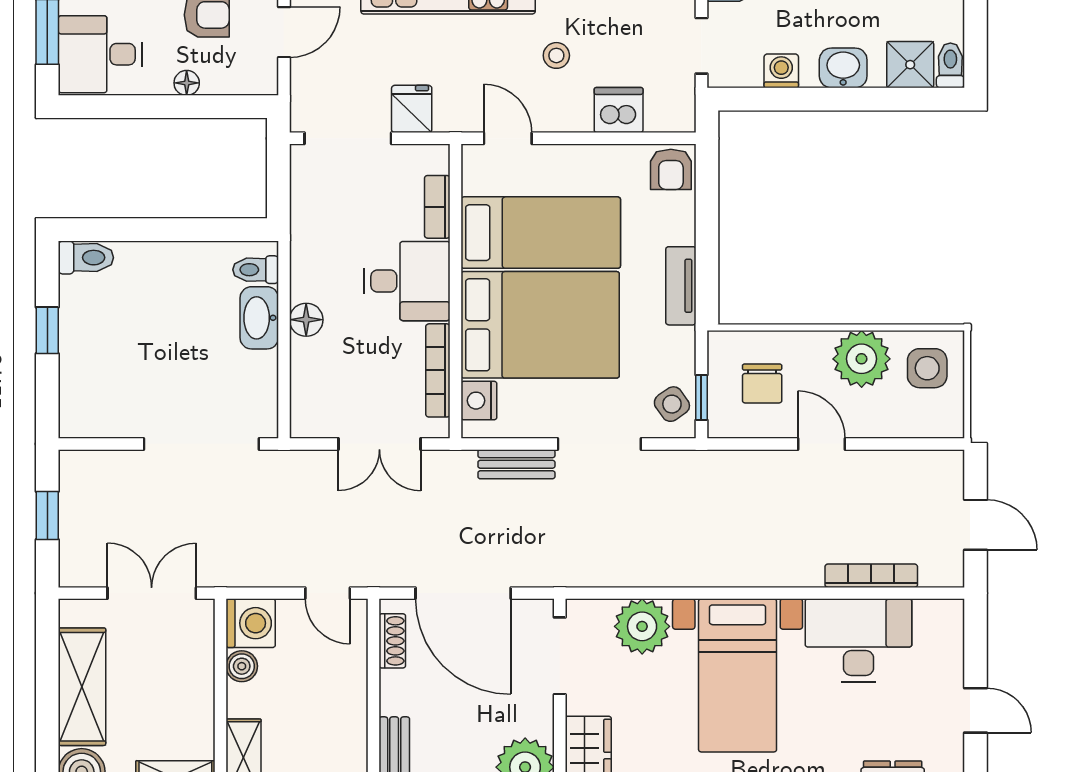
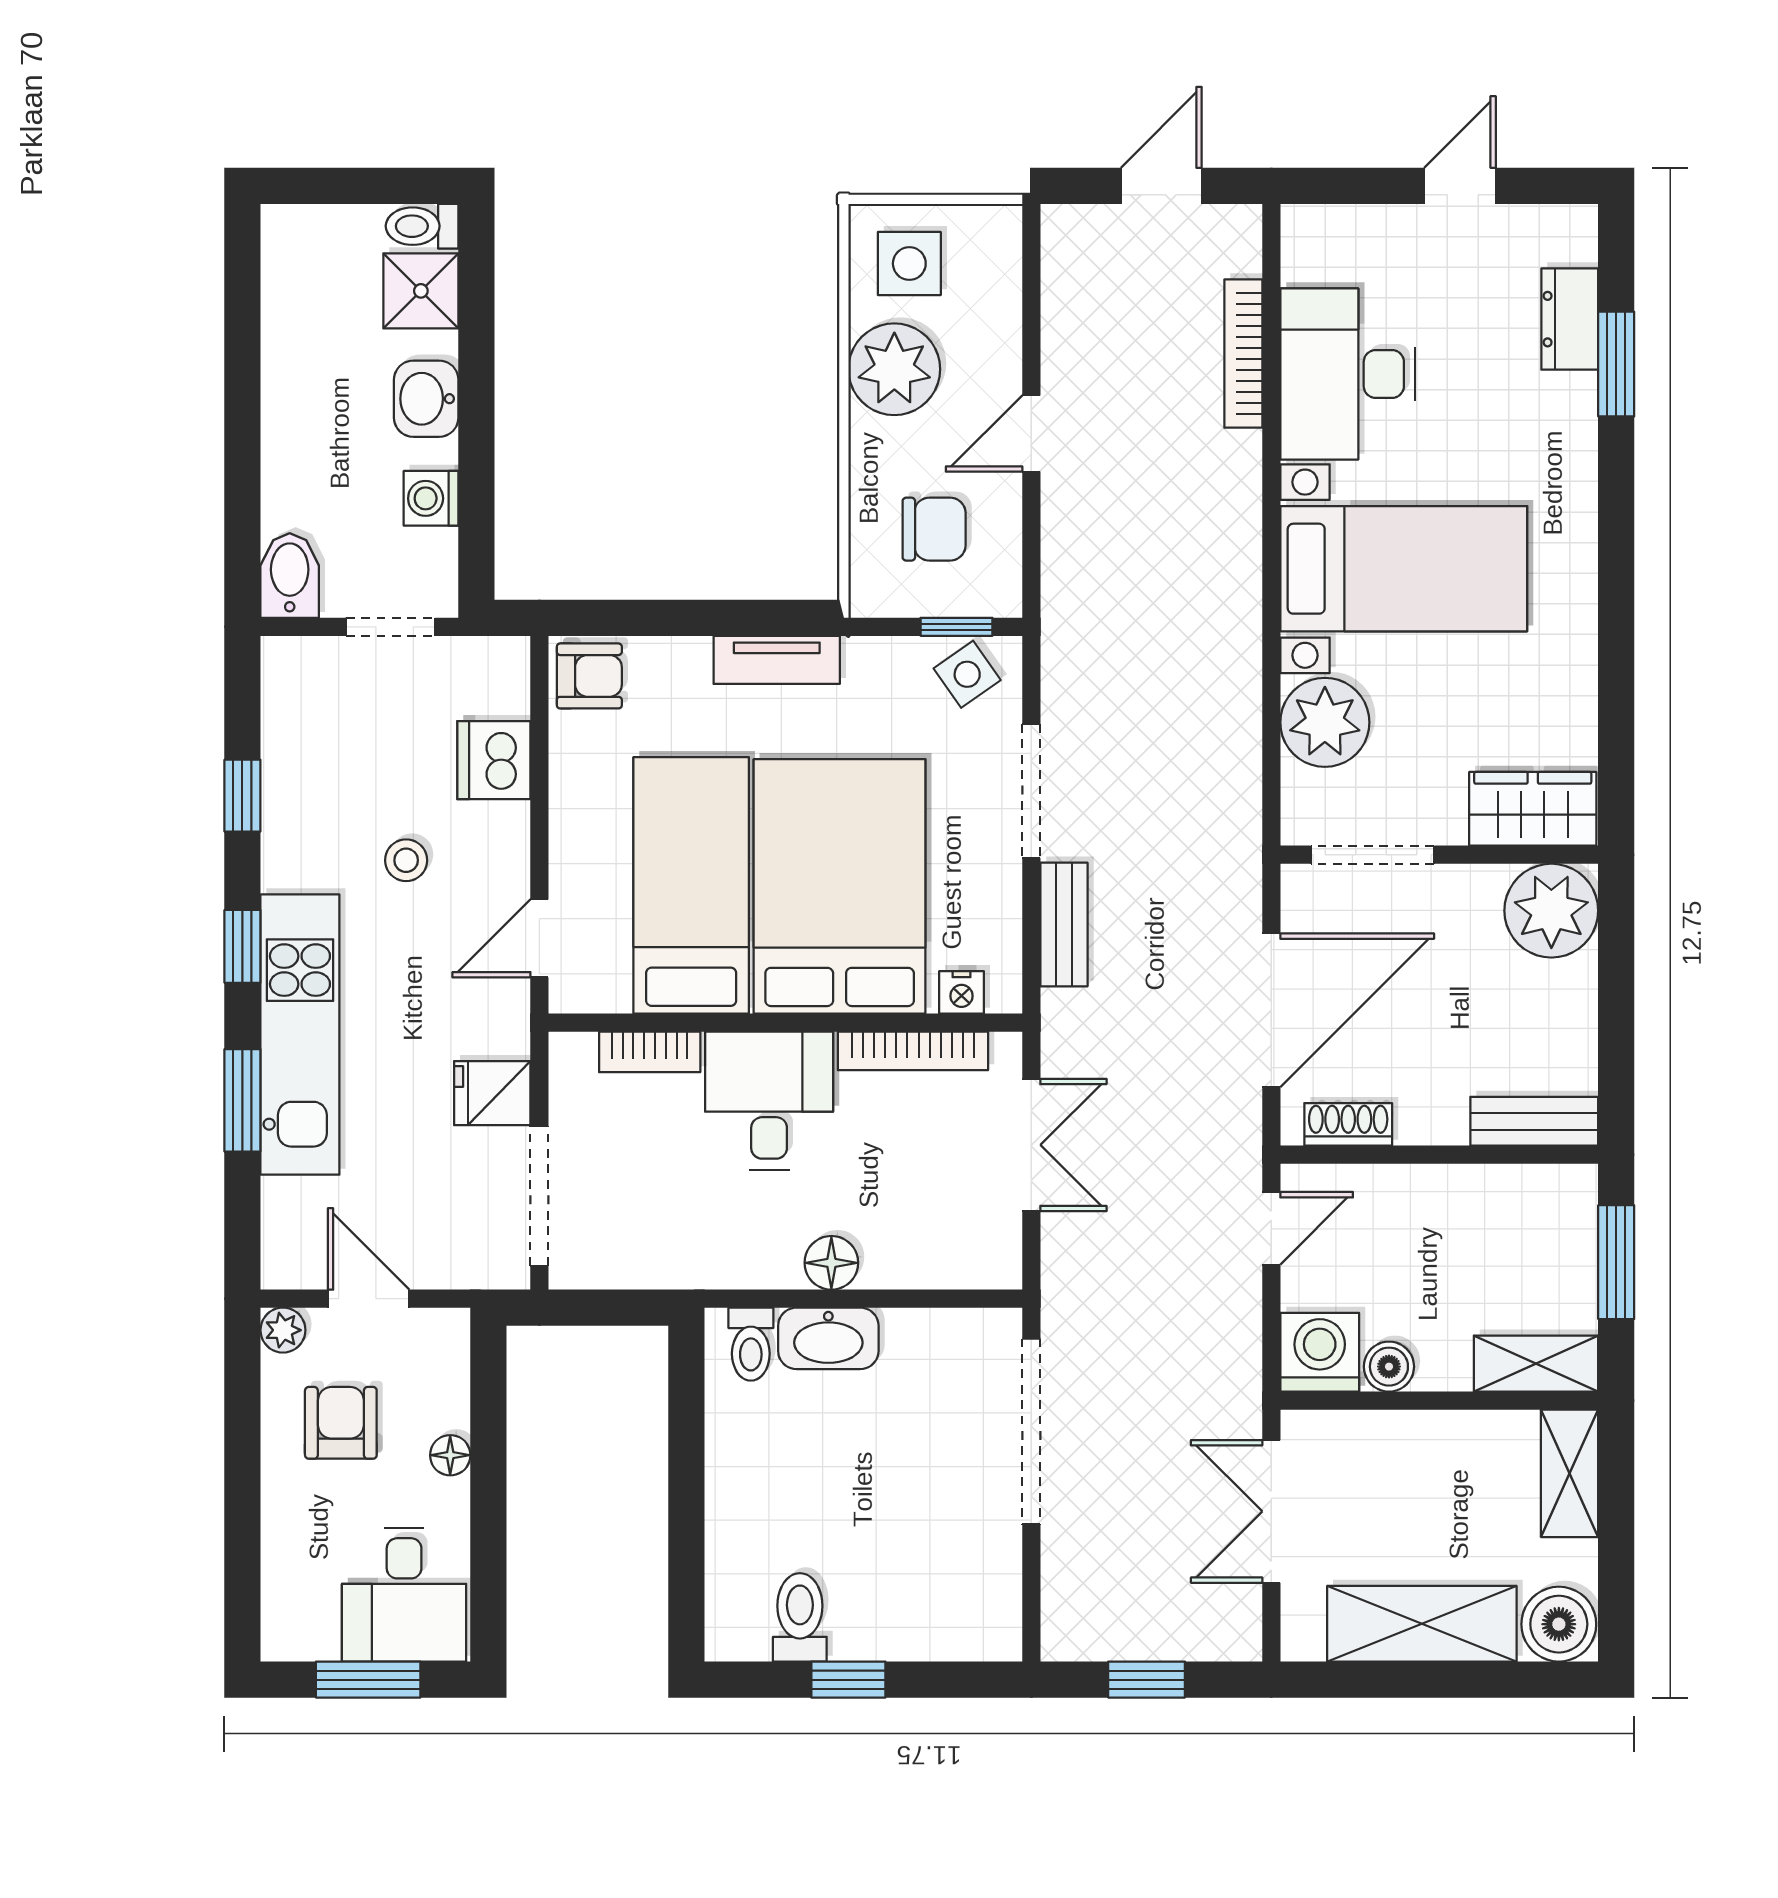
toilet: (86, 258) -> (800, 1617), moved
nightstand: (479, 401) -> (961, 992), width x0.72, depth x0.74

